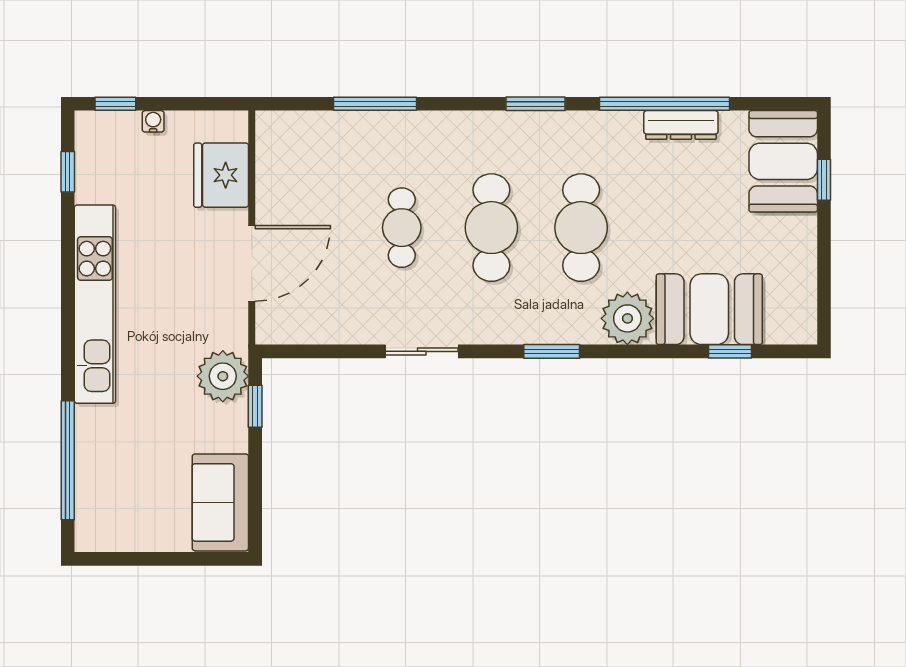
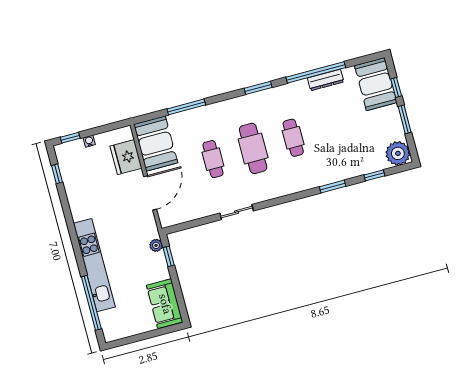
cafe table: (581, 228) -> (293, 138), width x0.73, depth x0.74
window: (824, 251) -> (405, 119), added
kitchen unit: (95, 304) -> (94, 265), moved
booth: (709, 309) -> (156, 144), moved, turned 90
plant: (627, 318) -> (398, 153), moved
window: (552, 351) -> (333, 187), moved
plant: (223, 376) -> (156, 245), width x0.53, depth x0.53

